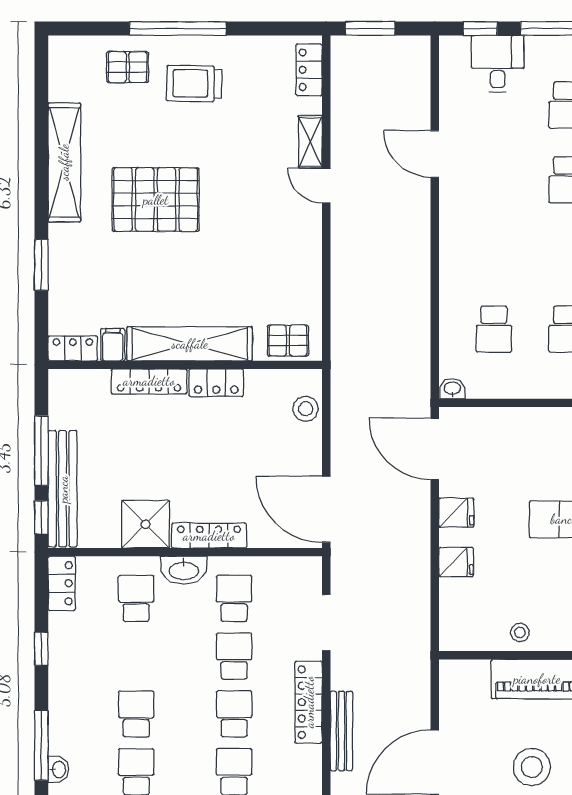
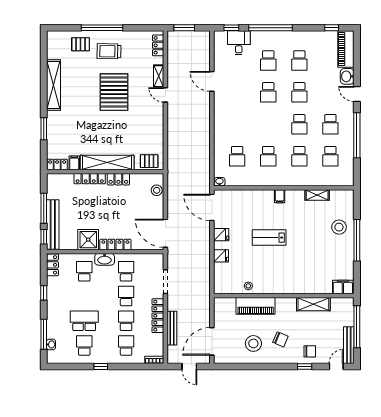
pallet: (156, 200) -> (114, 92), moved, turned 90
school desk: (136, 714) -> (84, 321), width x1.85

